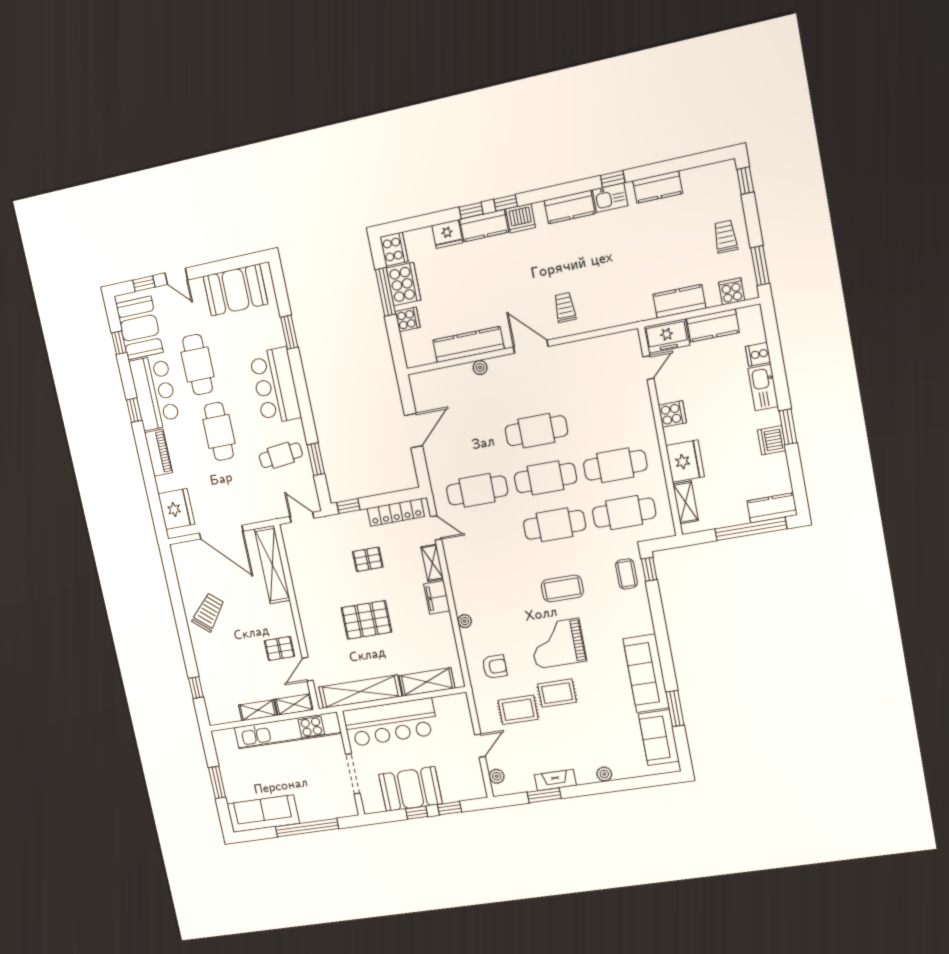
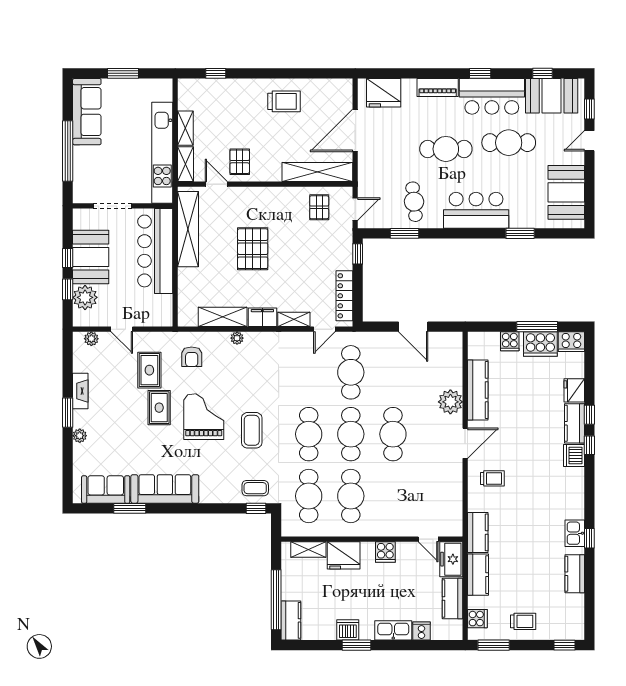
kitchen counter: (570, 207) -> (478, 532), moved, turned 180
plant: (480, 368) -> (450, 402), width x1.87, depth x1.87
pallet: (368, 559) -> (319, 207), moved
trolley: (208, 612) -> (284, 101), turned -40
shelving: (427, 682) -> (223, 317), moved, turned 90
plant: (454, 789) -> (85, 297), added
window: (544, 795) -> (68, 413), moved

